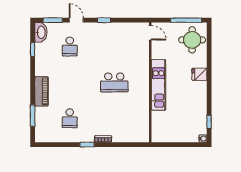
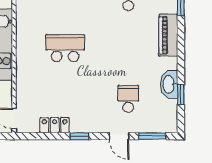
locker: (122, 28) -> (55, 125), added
washbasin: (41, 32) -> (169, 84), moved

